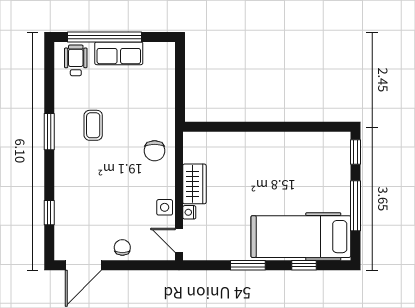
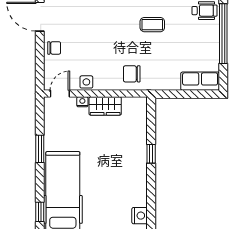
row of seats: (119, 53) -> (200, 81), moved, turned 90
window: (254, 127) -> (151, 154), added
nightstand: (331, 141) -> (140, 216), added
window: (304, 265) -> (40, 212), moved

